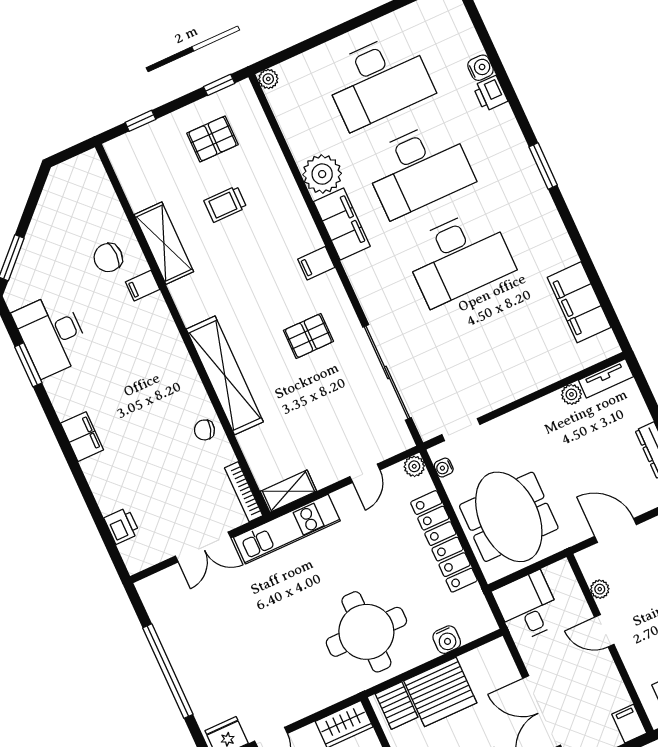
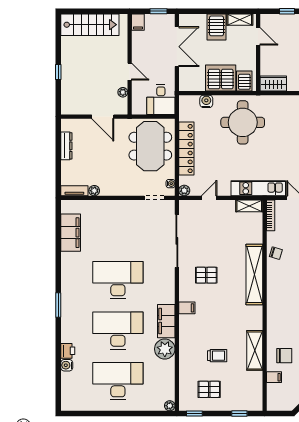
filing cabinet: (143, 286) -> (274, 377), moved

